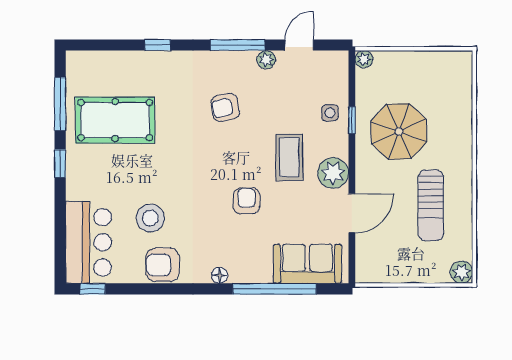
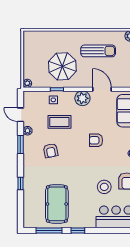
window: (238, 45) -> (20, 145), width x0.69
coffee table: (289, 157) -> (59, 122), moved

